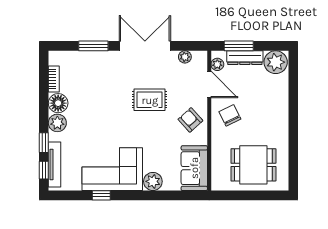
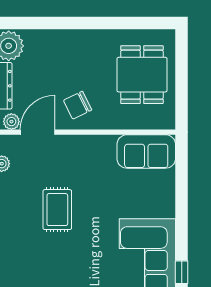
armchair: (190, 120) -> (84, 156), removed
plant: (153, 181) -> (164, 205), removed

